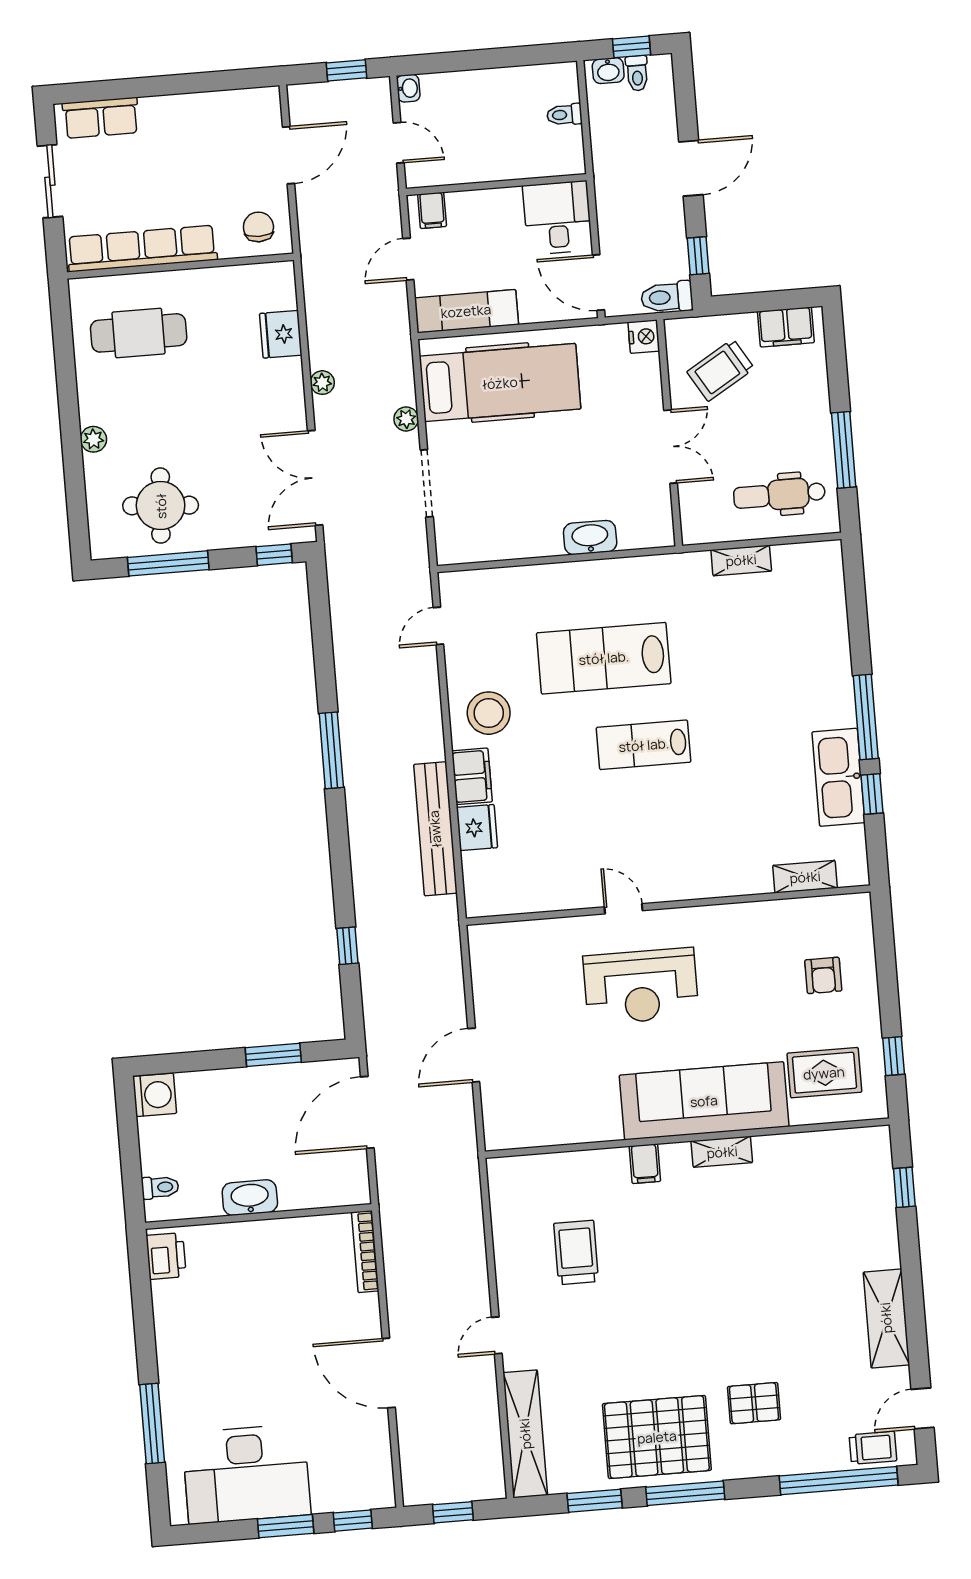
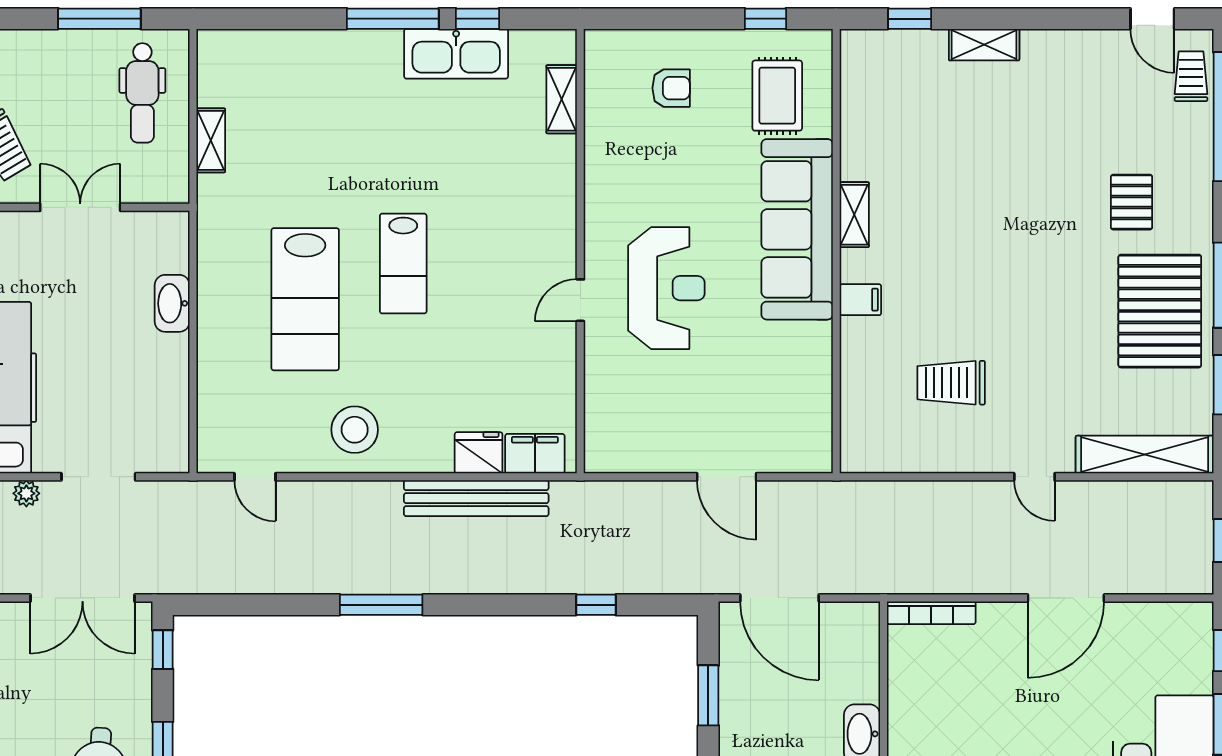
filing cabinet: (472, 776) -> (535, 454), moved
shelving: (886, 1318) -> (984, 45), moved, width x0.67, depth x0.75

